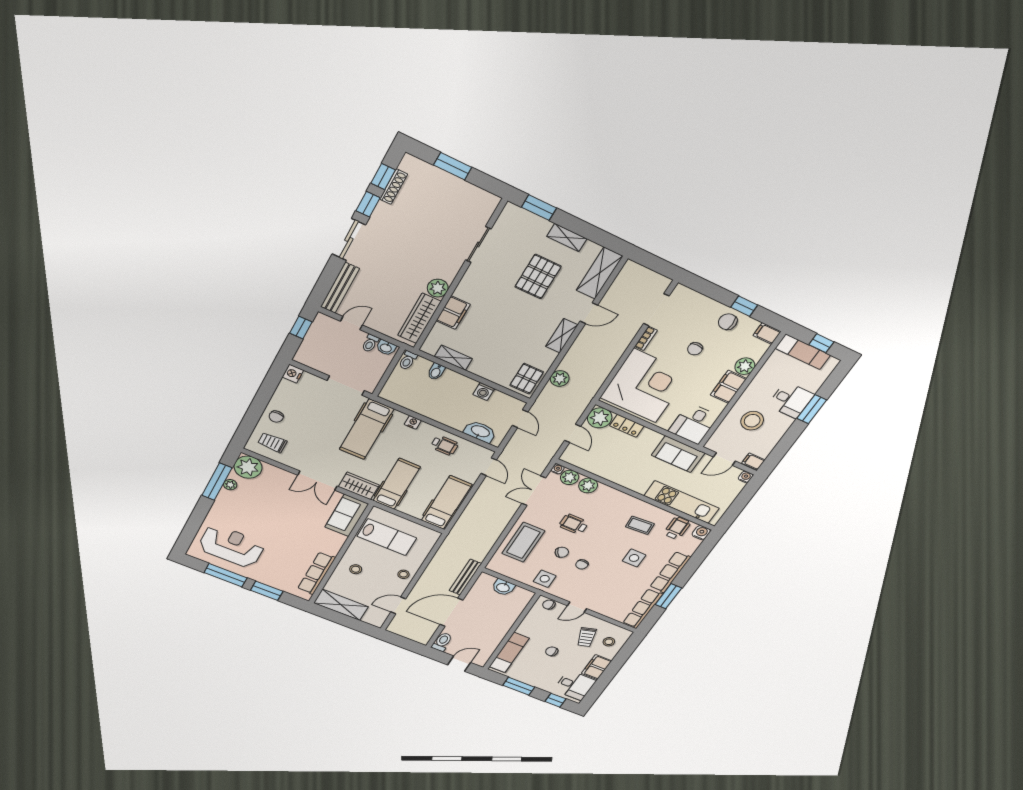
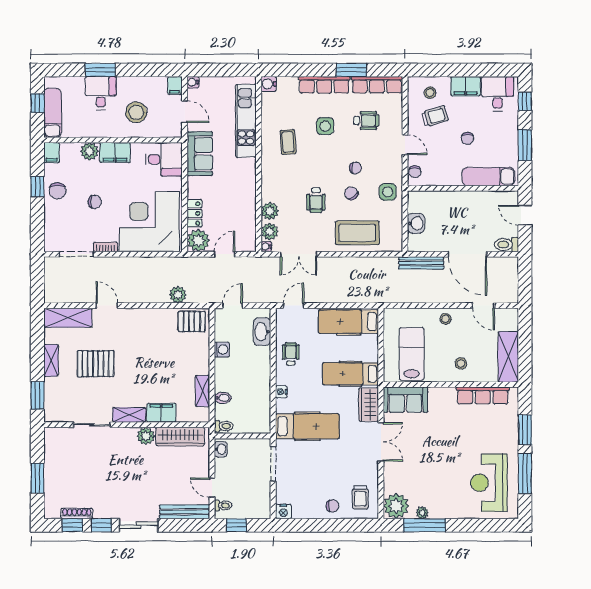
shelving: (562, 336) -> (129, 415), moved
toilet: (370, 343) -> (223, 505), moved
wheelchair: (677, 528) -> (366, 121), moved, turned 180

